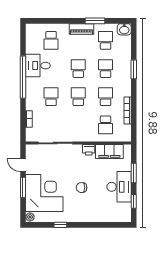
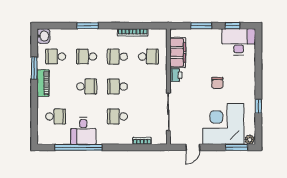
school desk: (78, 69) -> (87, 87), turned 180
window: (23, 77) -> (78, 147), moved
desk: (119, 187) -> (239, 42), moved
window: (23, 188) -> (237, 147), moved

